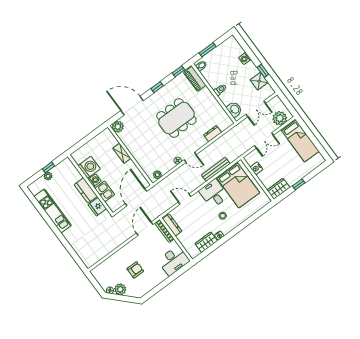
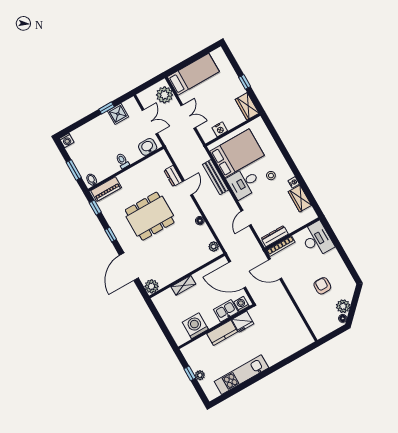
washing machine: (245, 58) -> (67, 140), moved
dining table: (176, 118) -> (150, 216), turned 90
door: (190, 157) -> (188, 188), moved
washing machine: (95, 180) -> (241, 304), moved

